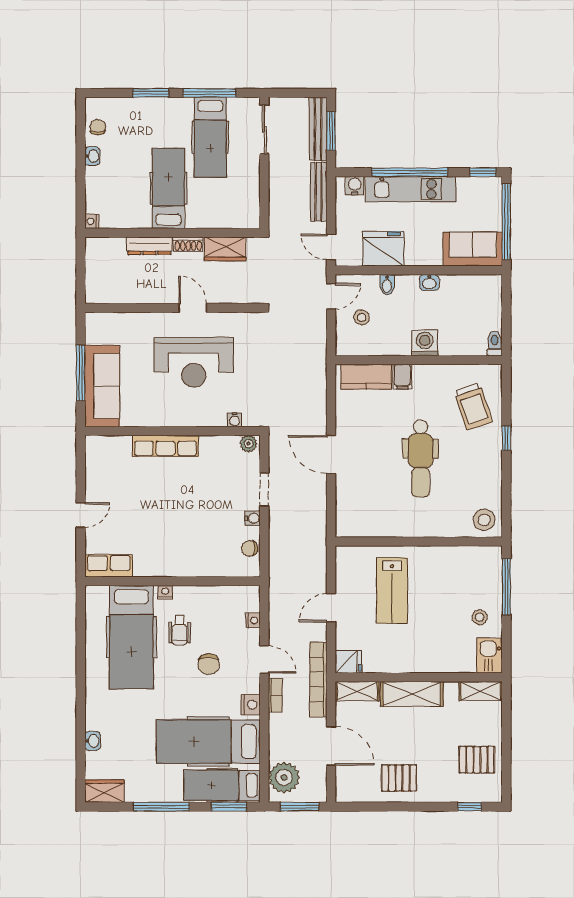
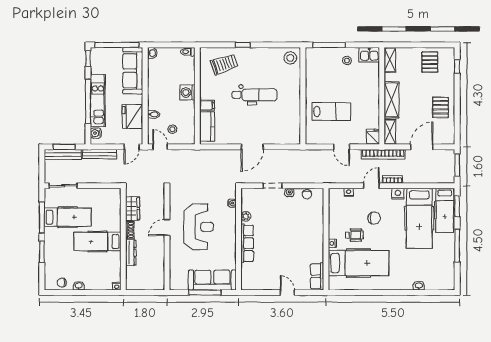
sofa: (473, 249) -> (133, 71), width x1.36
washbasin: (429, 282) -> (152, 53), moved
plant: (249, 444) -> (246, 216), moved
plant: (284, 777) -> (440, 174), removed
wardrobe: (105, 791) -> (448, 279), removed

